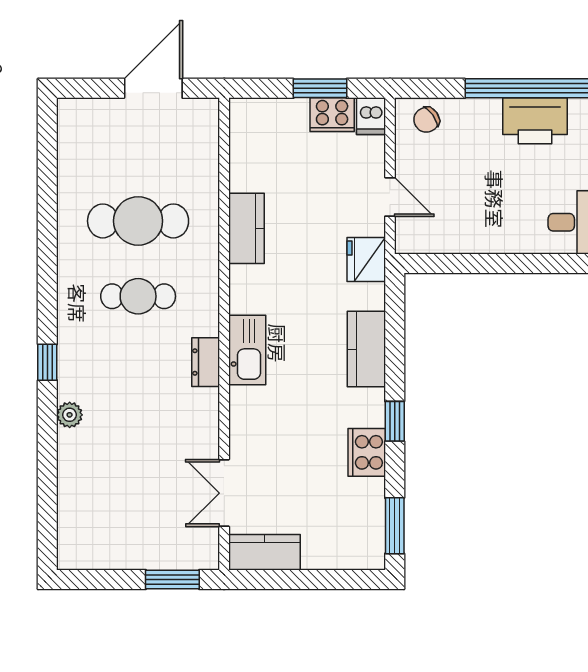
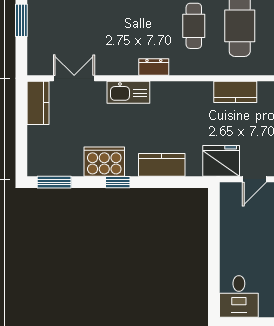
fridge: (366, 259) -> (221, 161), width x1.36, depth x1.34
kitchen sink: (247, 350) -> (128, 92), moved
cooker: (367, 452) -> (104, 162), width x1.37, depth x1.31
window: (172, 579) -> (21, 20), moved

